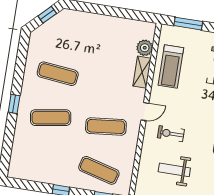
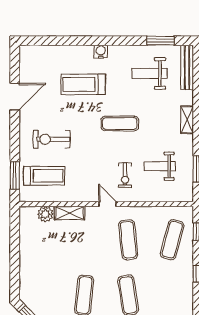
treadmill: (171, 66) -> (44, 176), moved
weight bench: (174, 170) -> (160, 166), turned 90

